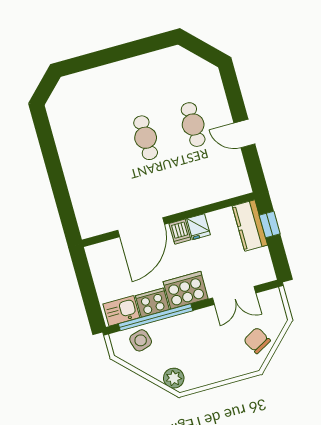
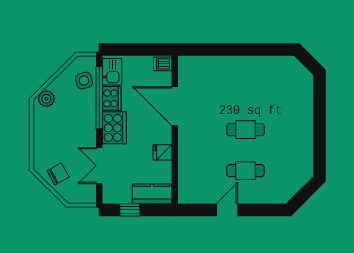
window: (270, 224) -> (130, 210), moved
dishwasher: (180, 232) -> (163, 64), moved

